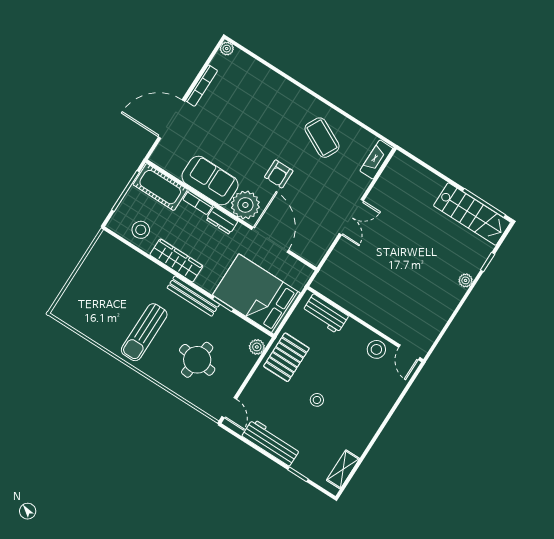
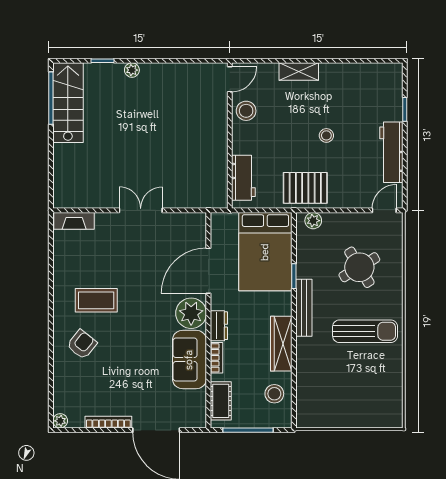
coffee table: (322, 138) -> (96, 300), moved, turned 63
armchair: (279, 174) -> (82, 344), moved, turned -51
cot: (160, 187) -> (221, 401), width x0.73, depth x0.75
round table: (197, 360) -> (359, 267), turned -38
shelving: (343, 469) -> (299, 72), moved

